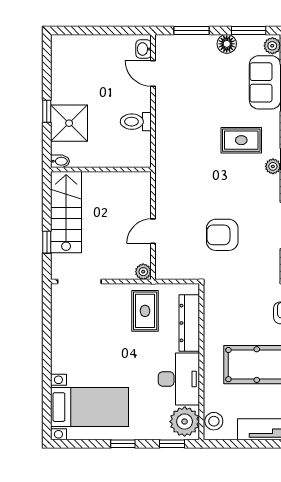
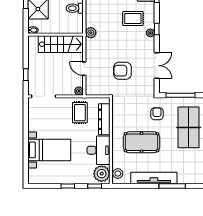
plant: (165, 166) -> (91, 33), added
stairs: (66, 212) -> (61, 44), moved, turned 90
door: (153, 231) -> (84, 69), hinge flipped
bed with nightstands: (90, 407) -> (49, 150), moved

